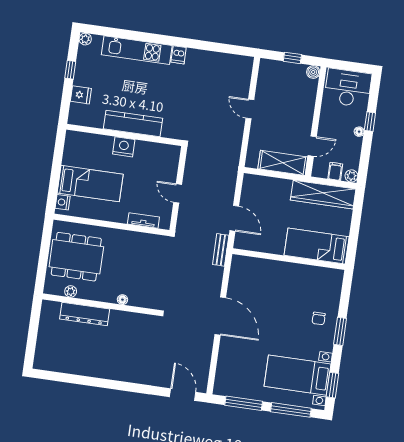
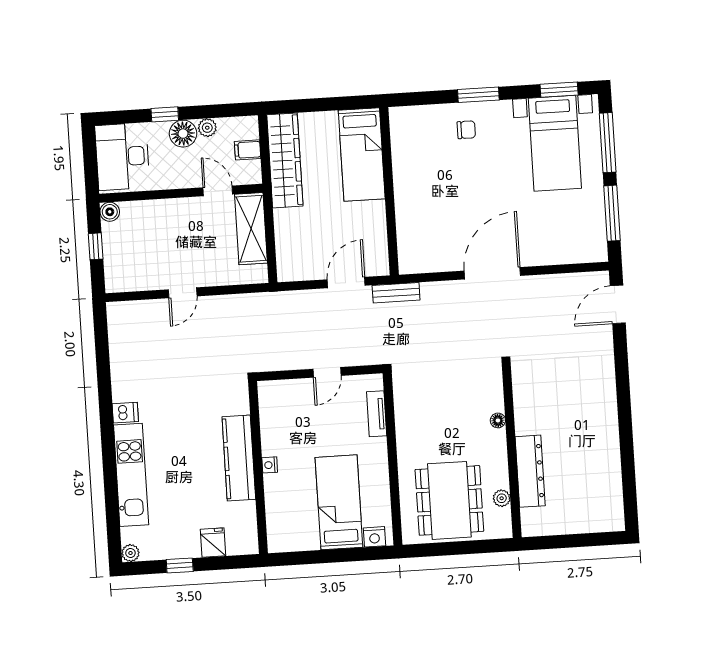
floor lamp: (359, 132) -> (183, 134), width x1.89, depth x1.89
nightstand: (124, 147) -> (270, 465), width x0.53, depth x0.56
plant: (351, 176) -> (207, 128), moved

